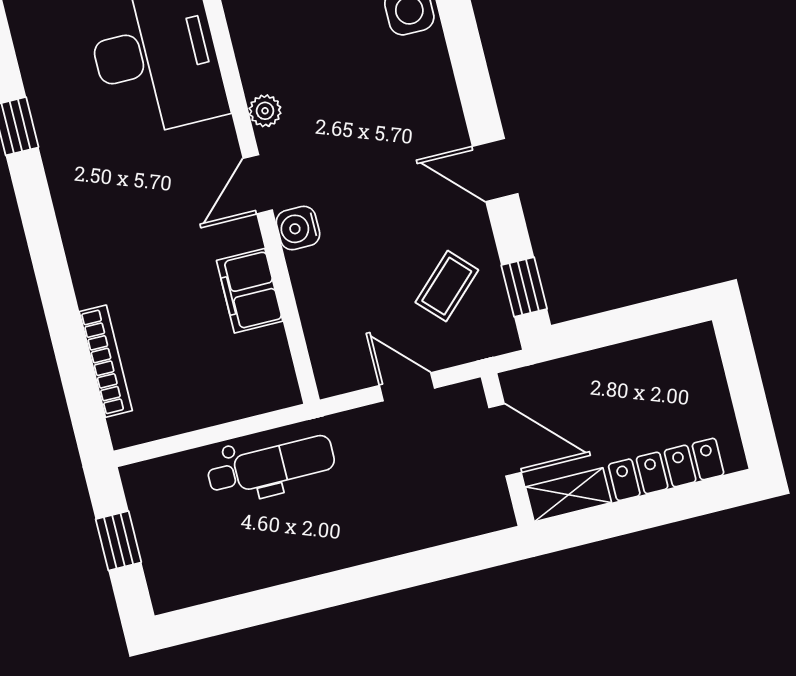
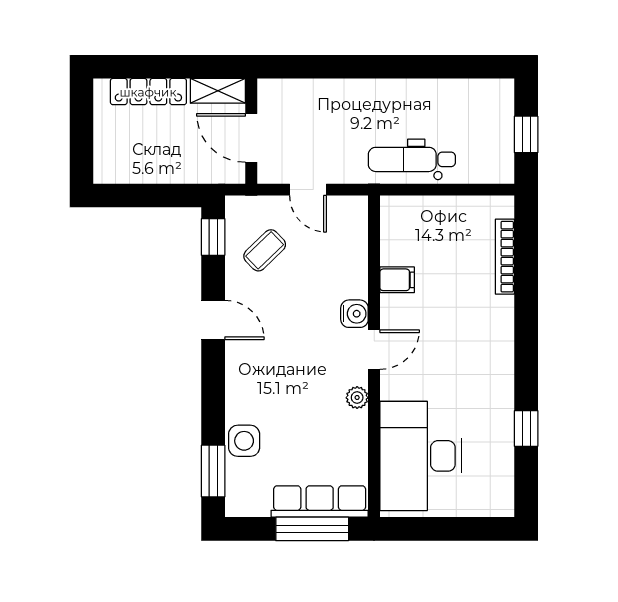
filing cabinet: (250, 291) -> (397, 280), width x0.50

